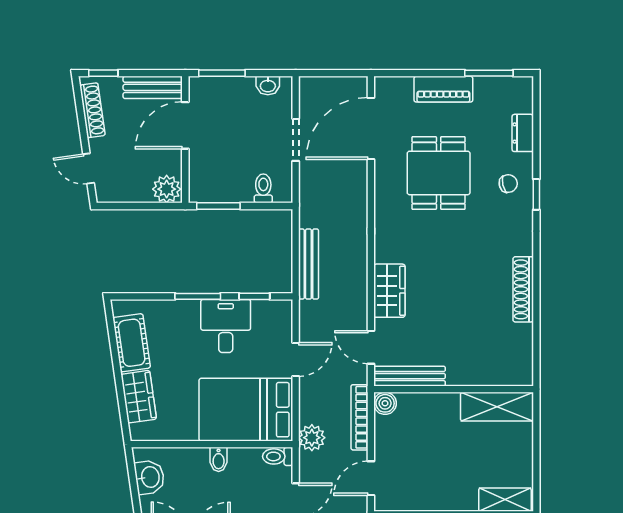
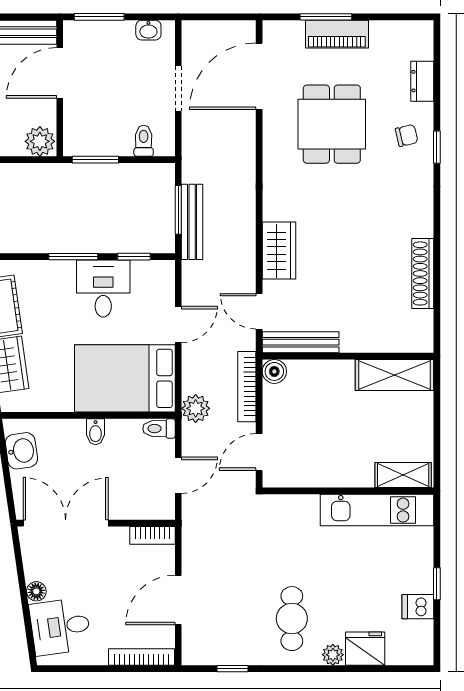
window: (489, 73) -> (326, 17), moved
window: (296, 253) -> (178, 210), added
shoe rack: (523, 289) -> (423, 273), moved

